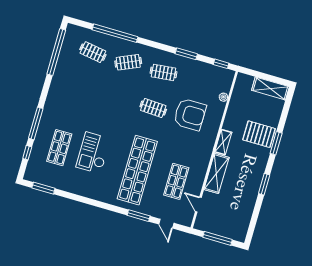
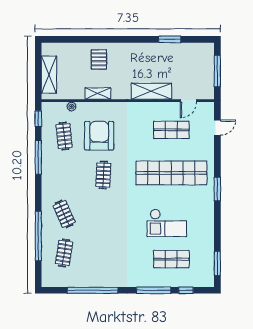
window: (56, 52) -> (93, 290), moved
window: (186, 54) -> (38, 157), width x1.44
clothes rail: (163, 72) -> (64, 136), moved
shelving: (270, 88) -> (49, 75), moved
pallet: (259, 134) -> (99, 59), width x0.67, depth x0.71
shelving: (223, 142) -> (98, 93), moved
window: (276, 143) -> (103, 39), removed
window: (264, 184) -> (170, 39), moved
window: (139, 216) -> (217, 189), moved

